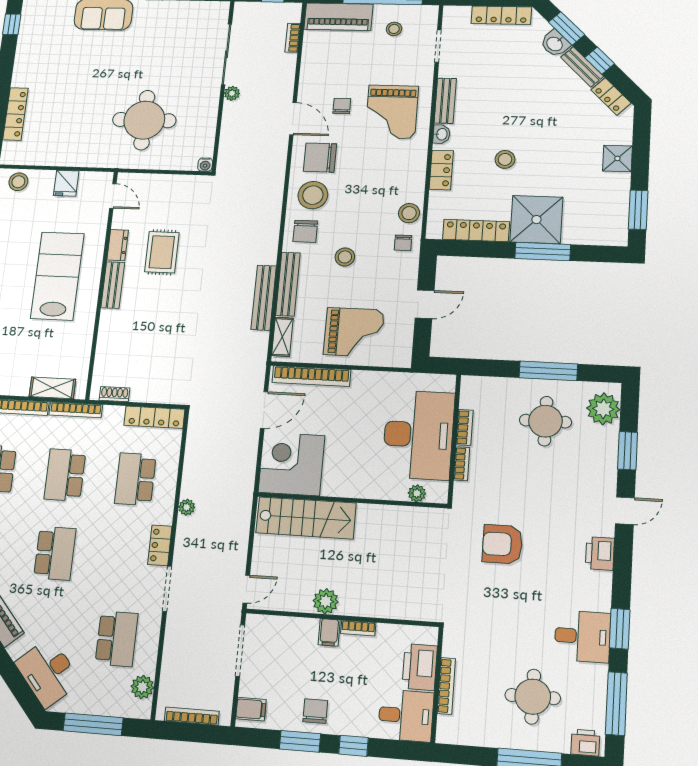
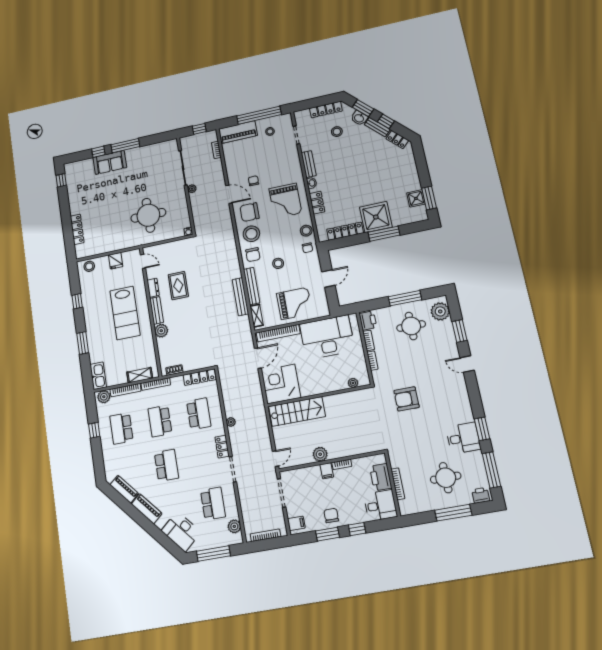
grand piano: (392, 112) -> (285, 201), moved
shower: (617, 158) -> (416, 198), moved
stool: (505, 159) -> (337, 132), moved
lab bench: (57, 276) -> (125, 313), turned 180
plant: (111, 322) -> (161, 331), added
desk: (418, 435) -> (327, 337), moved, turned -90
school desk: (135, 479) -> (199, 414), turned 180
door: (625, 511) -> (467, 364), swing flipped
printer: (600, 554) -> (368, 321), moved, turned 180

